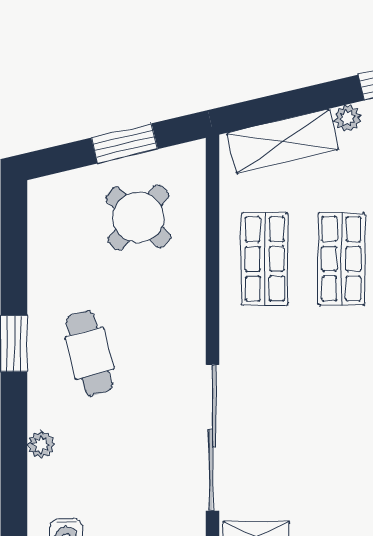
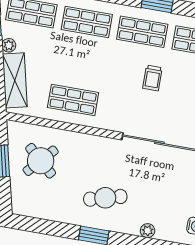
shop shelf: (341, 259) -> (80, 61), removed
trolley: (334, 403) -> (152, 78), added

